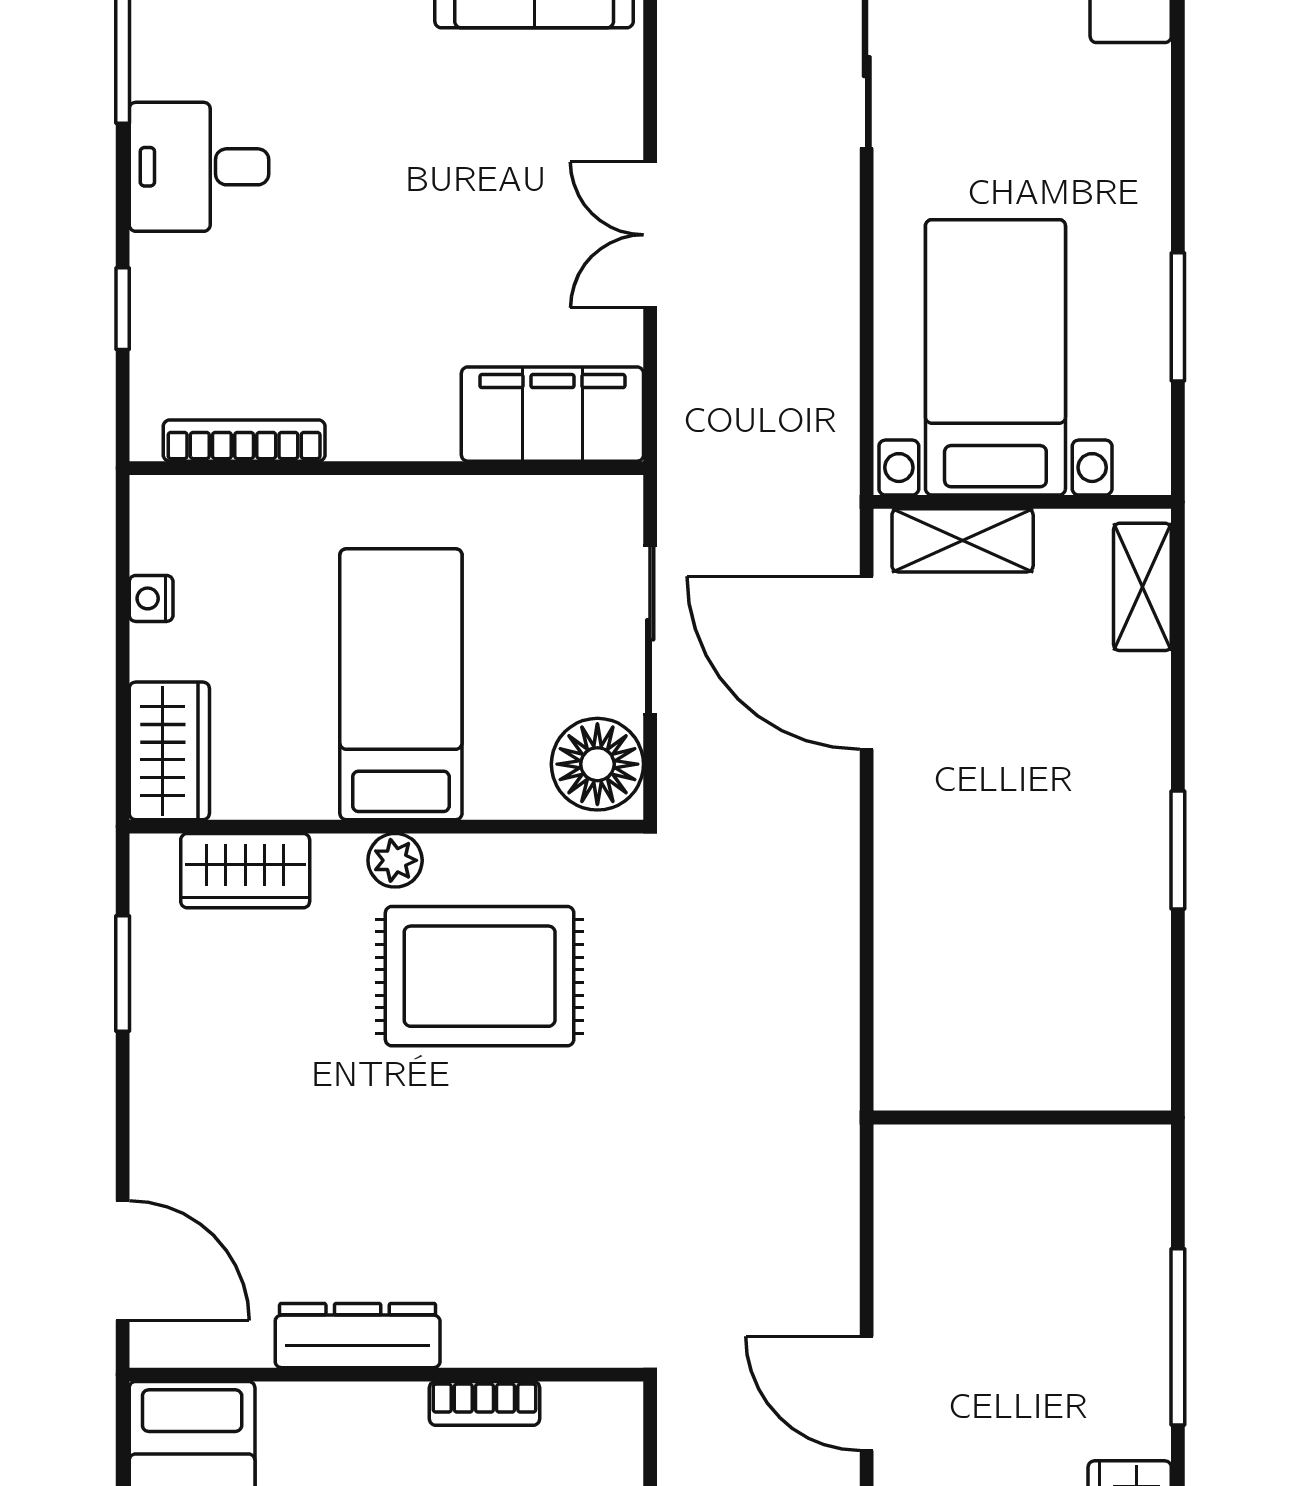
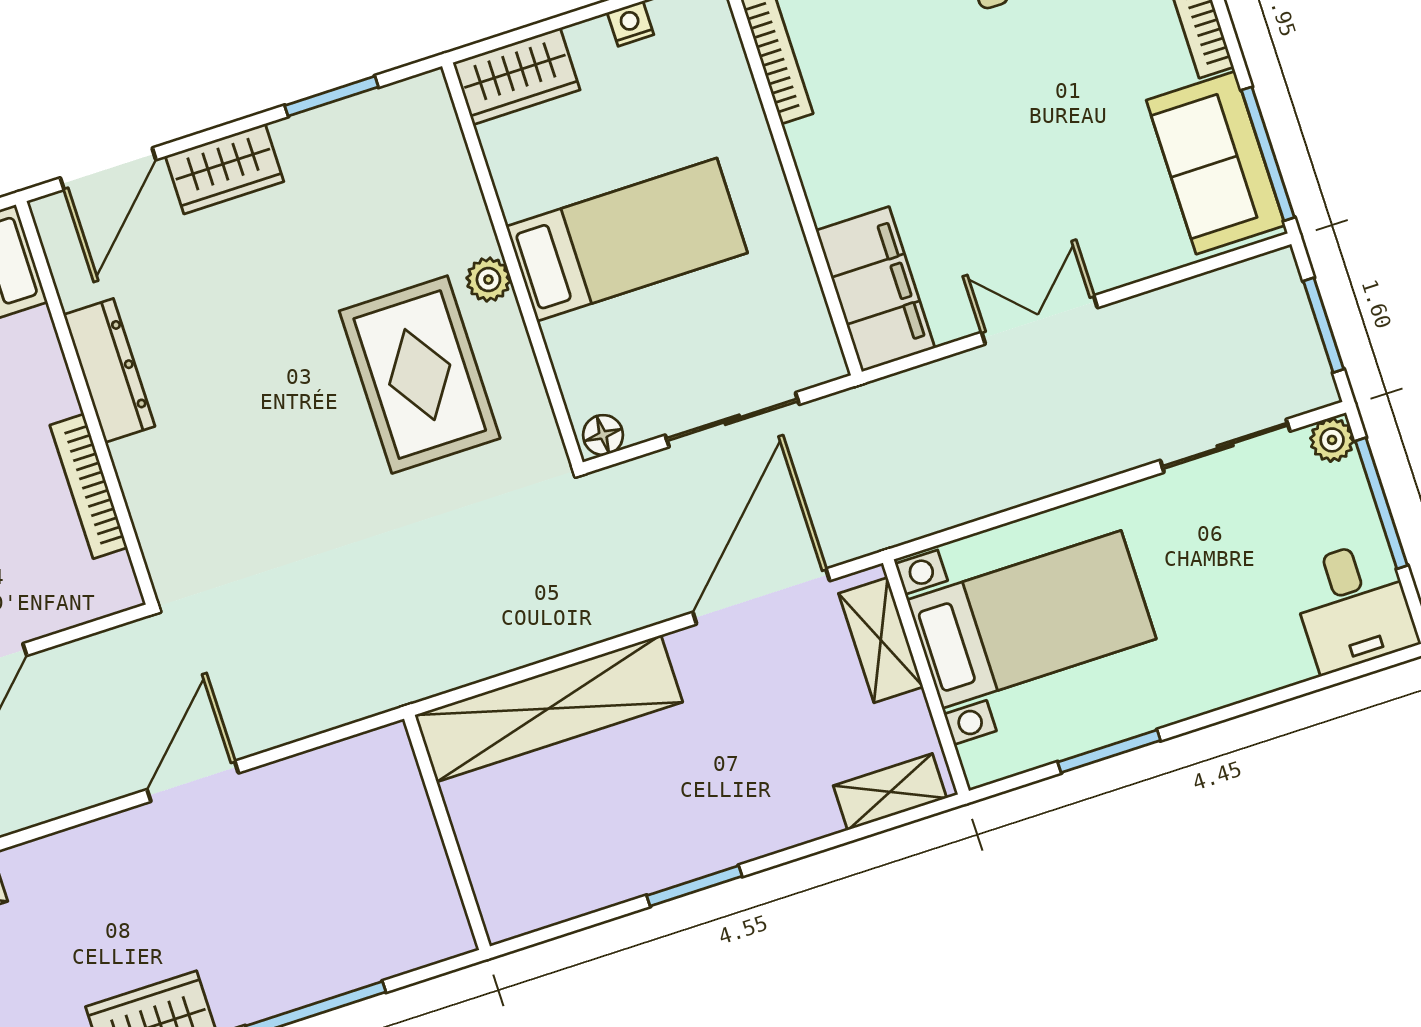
floor lamp: (597, 764) -> (603, 435), width x0.53, depth x0.53
wardrobe: (245, 871) -> (224, 169), moved, turned -90
shelving: (917, 952) -> (549, 709), added
bookcase: (484, 1403) -> (89, 486), width x1.56

